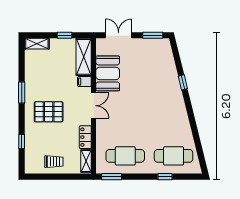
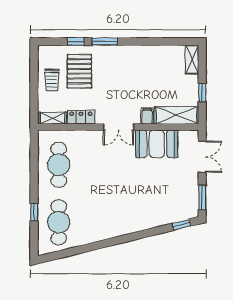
window: (183, 82) -> (181, 225), moved
window: (22, 93) -> (105, 42), moved
pallet: (49, 112) -> (79, 71), moved
window: (112, 177) -> (34, 149), removed

